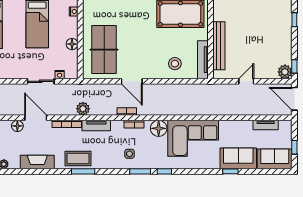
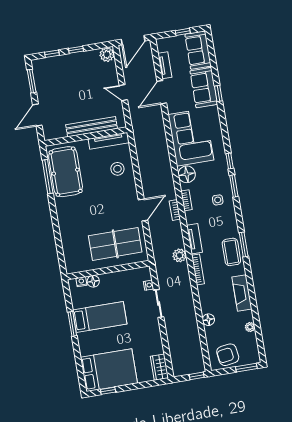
floor lamp: (72, 44) -> (93, 281), moved
window: (294, 66) -> (76, 50), moved
door: (36, 118) -> (162, 92), moved

